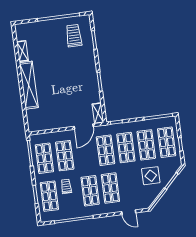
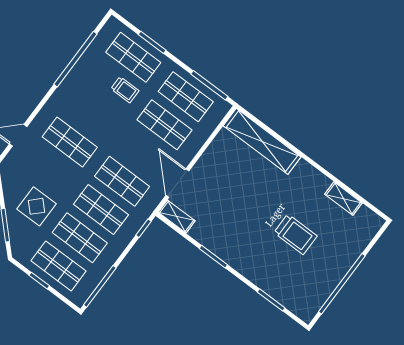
trolley: (74, 36) -> (295, 234), moved
shelving: (29, 85) -> (262, 141), moved
shop shelf: (90, 191) -> (91, 114), removed

